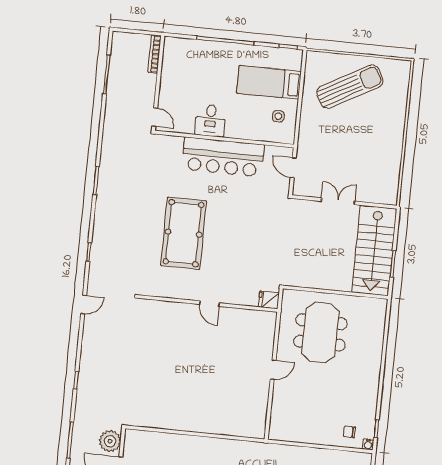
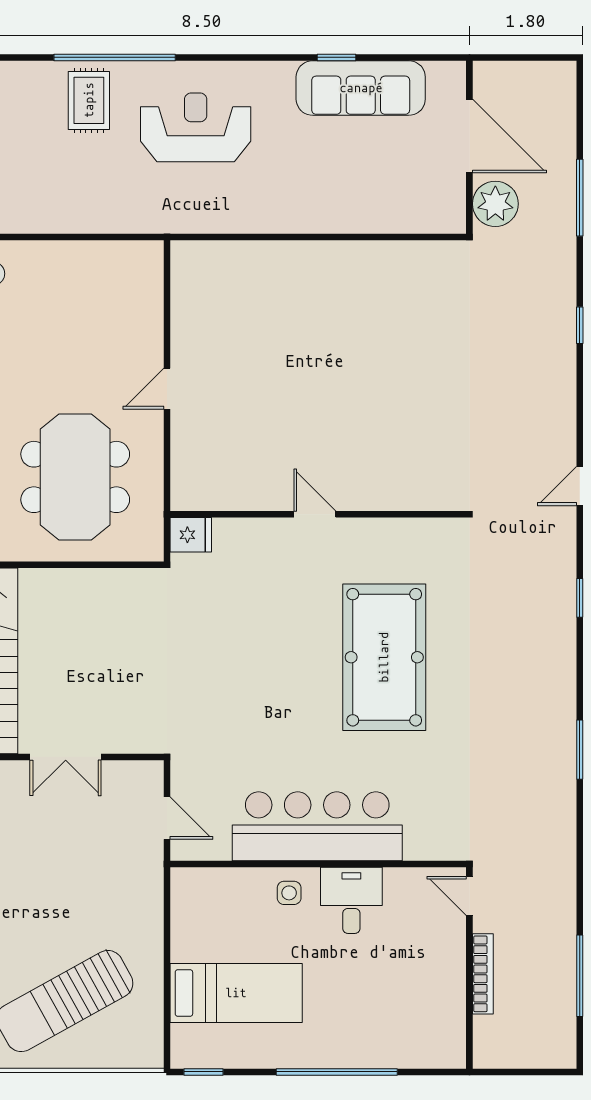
bookcase: (155, 54) -> (483, 974), moved
side table: (278, 116) -> (289, 893), moved

